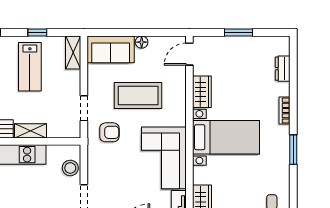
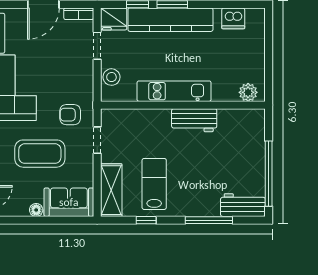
shelving: (73, 53) -> (111, 190), width x1.50, depth x1.33
shelving: (30, 131) -> (154, 116), removed

